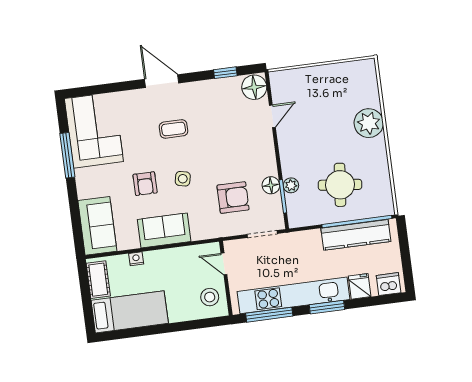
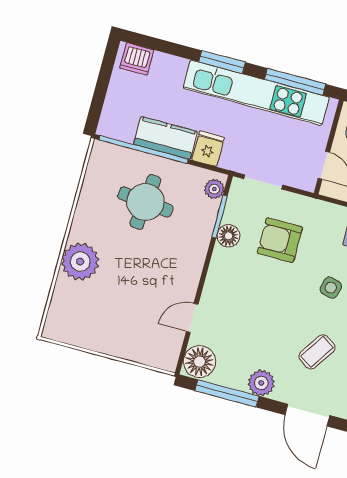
window: (225, 73) -> (227, 393), width x2.17
plant: (204, 90) -> (261, 383), added
coffee table: (174, 129) -> (317, 352), turned -56
plant: (291, 185) -> (214, 189), moved
kitchen counter: (356, 235) -> (166, 138), width x0.67
fridge: (360, 286) -> (208, 149), moved, turned 180

